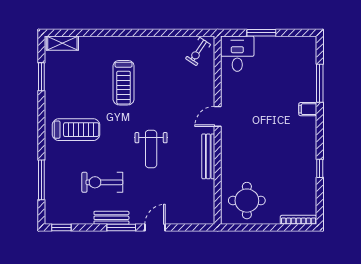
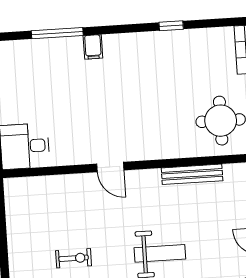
exercise bike: (198, 52) -> (74, 258), moved, turned -34
bench: (208, 156) -> (192, 174), moved

